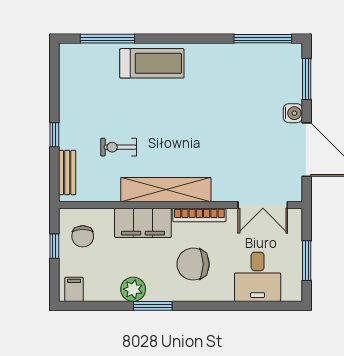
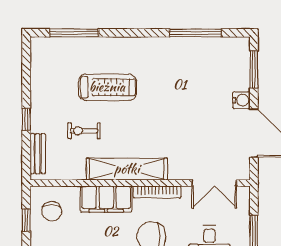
window: (263, 39) -> (195, 33), moved
treadmill: (152, 63) -> (107, 87), moved

